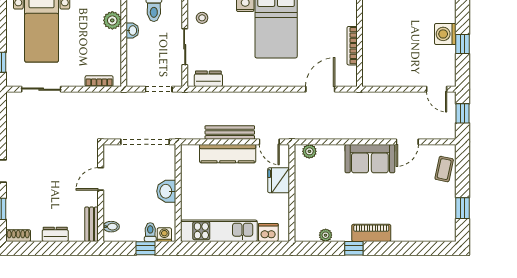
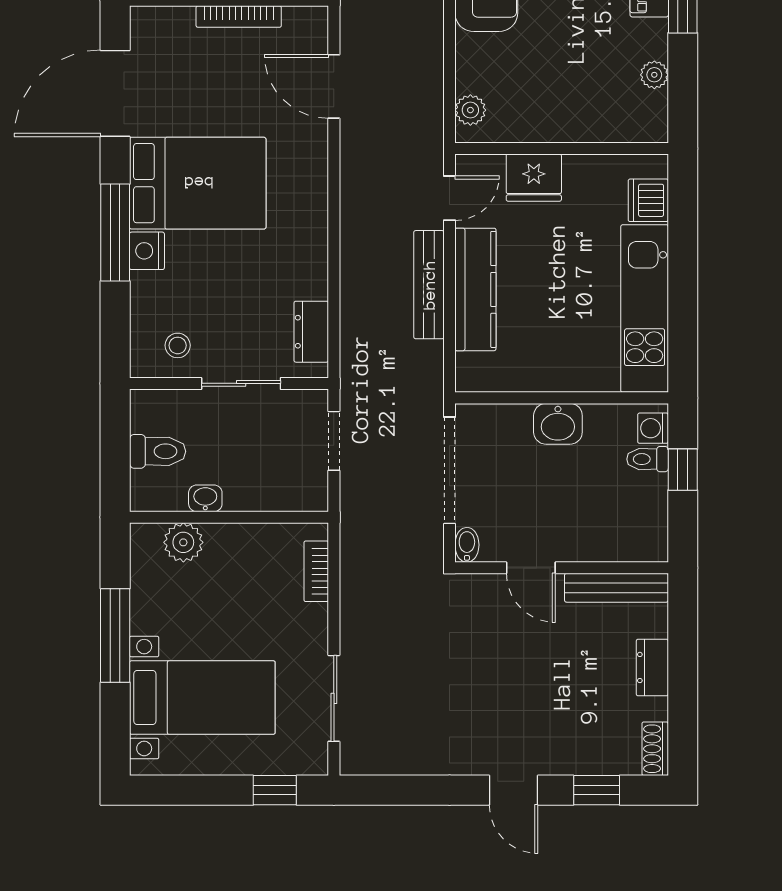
bench: (92, 224) -> (616, 588), width x1.36
bidet: (111, 227) -> (467, 545), moved

